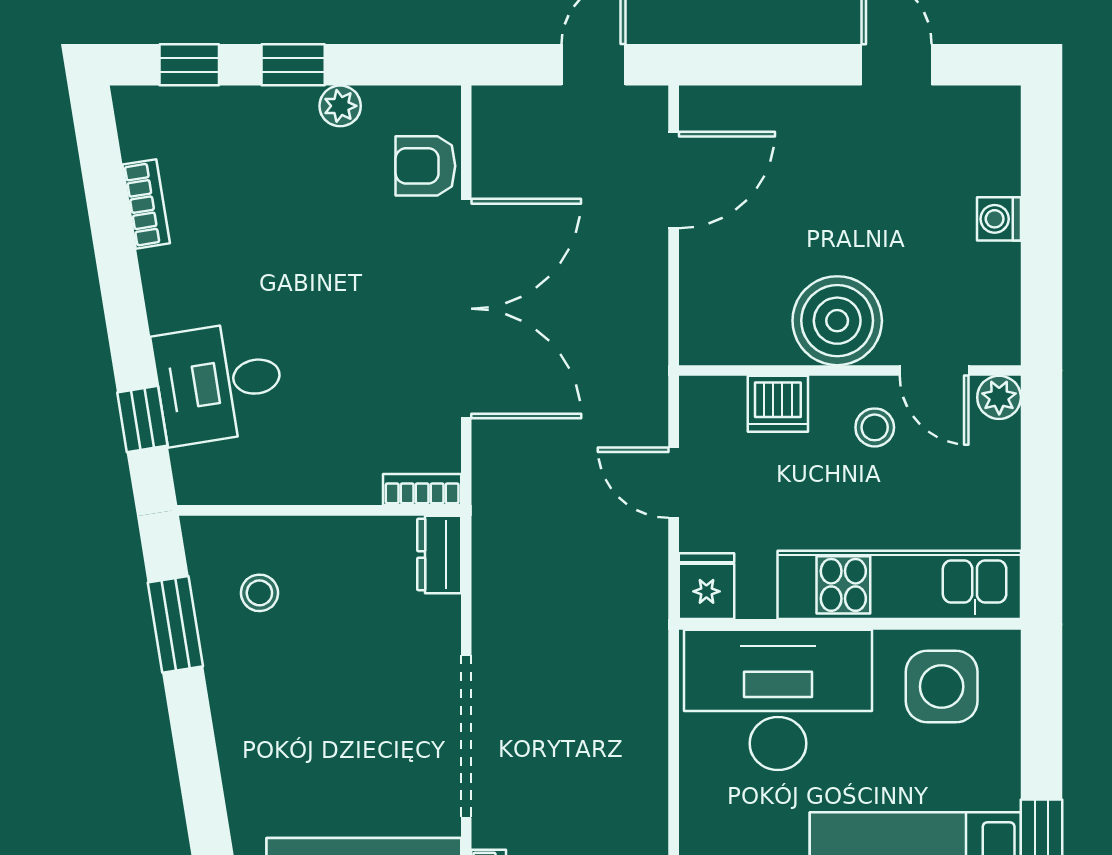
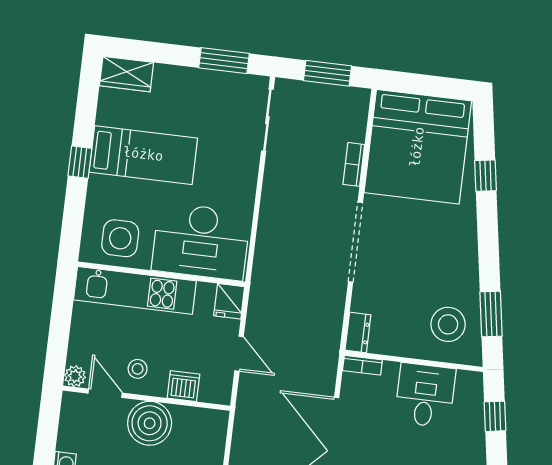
desk: (219, 383) -> (425, 395), moved, turned -81
stool: (259, 593) -> (448, 324), width x1.89, depth x1.89

